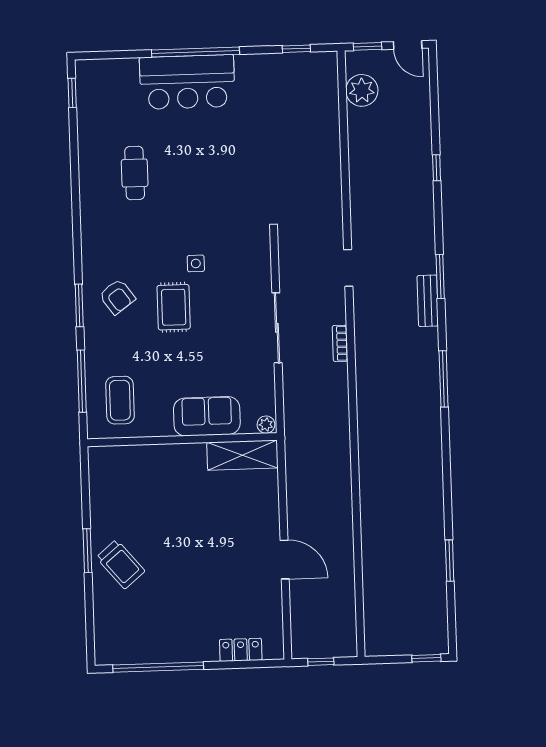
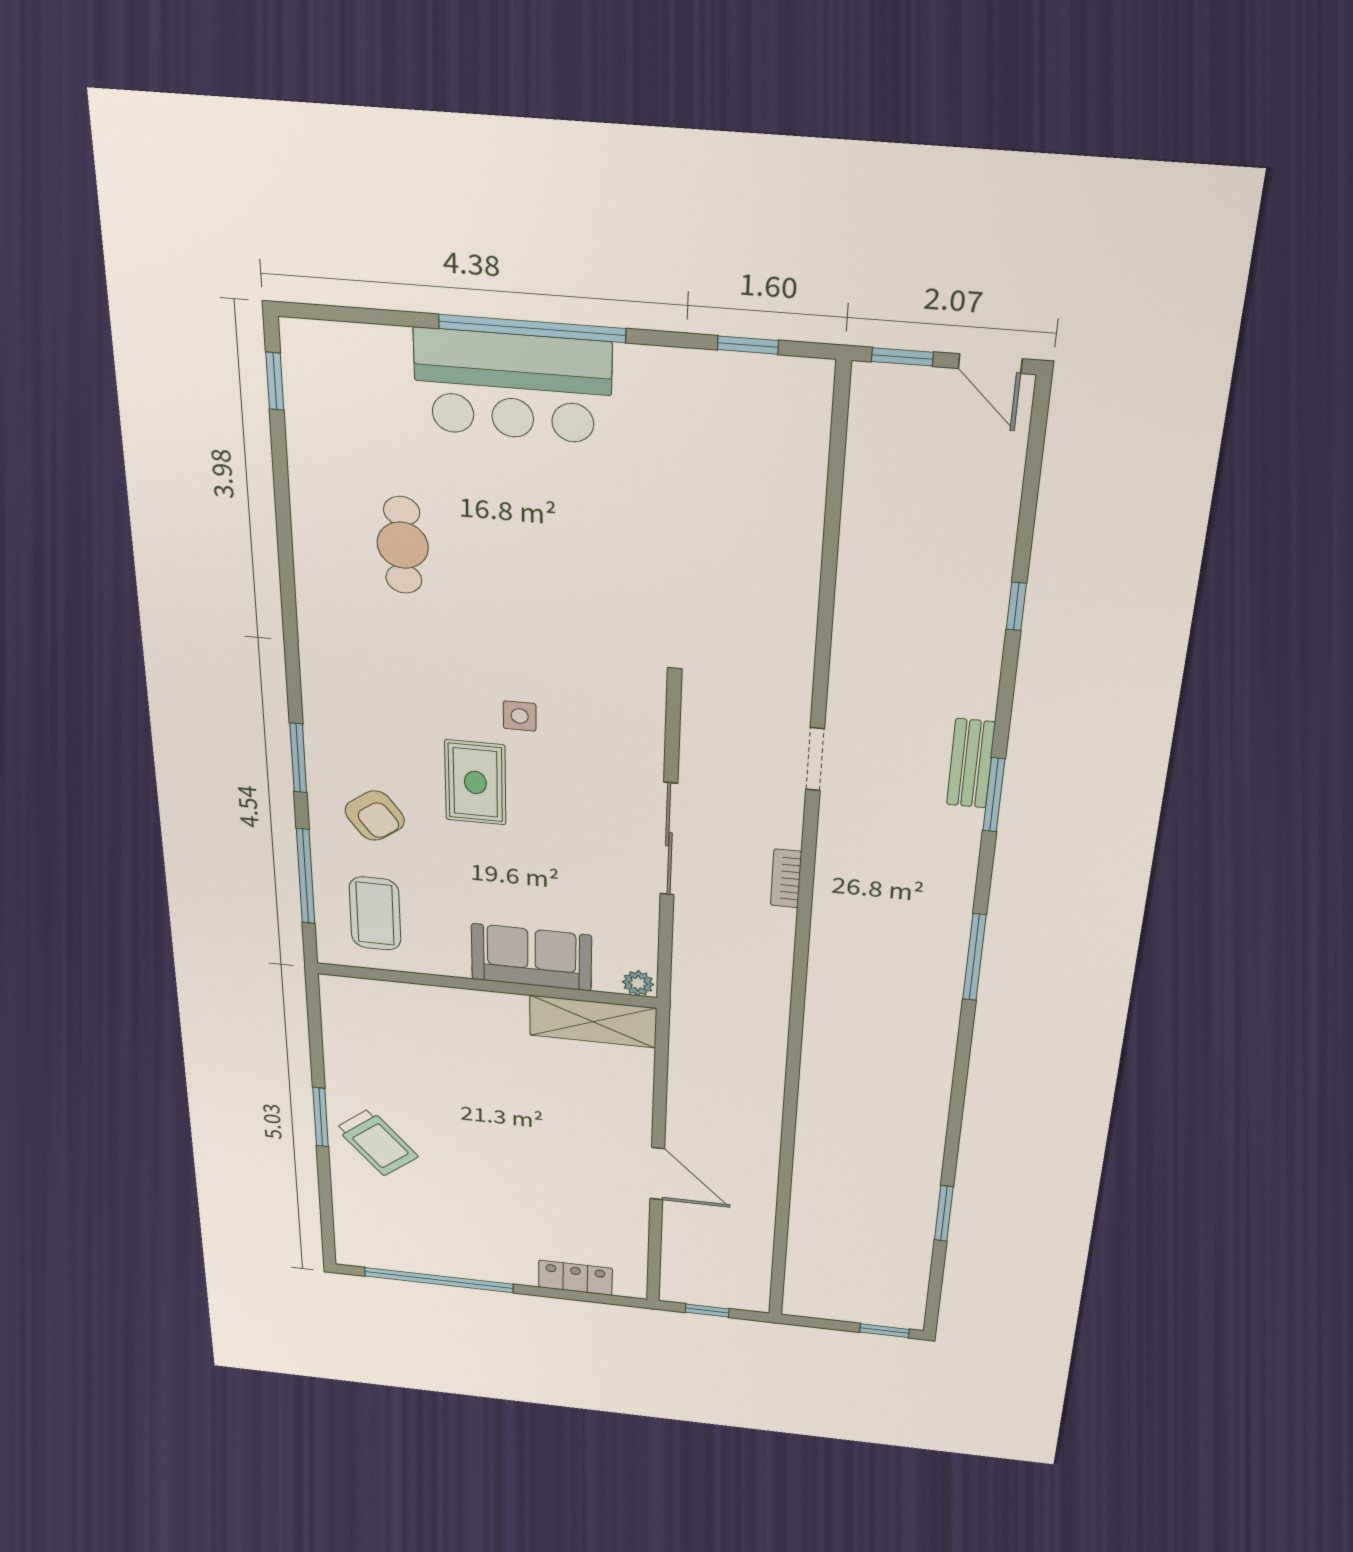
plant: (362, 90) -> (880, 443), removed
armchair: (117, 297) -> (375, 816), moved
bench: (428, 301) -> (971, 763), moved

